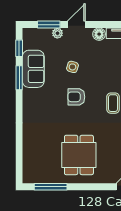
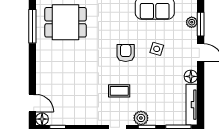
plant: (57, 33) -> (192, 22), moved
dining table: (79, 155) -> (66, 22), moved

